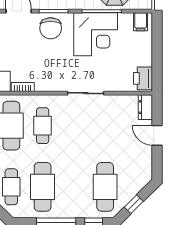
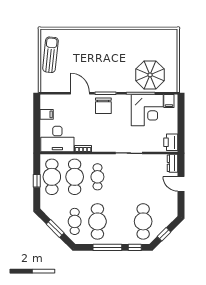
corner desk: (96, 34) -> (147, 110), moved

